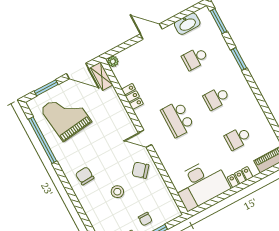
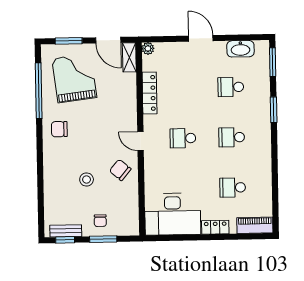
locker: (132, 96) -> (150, 93), width x1.53
school desk: (178, 119) -> (183, 138), width x0.54
chair: (85, 176) -> (59, 129), moved, turned -86

